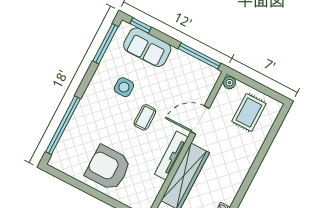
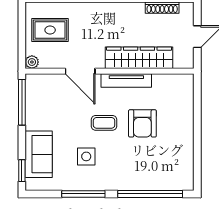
window: (106, 44) -> (83, 194), moved
armchair: (108, 168) -> (142, 123), moved, width x0.73, depth x0.73

